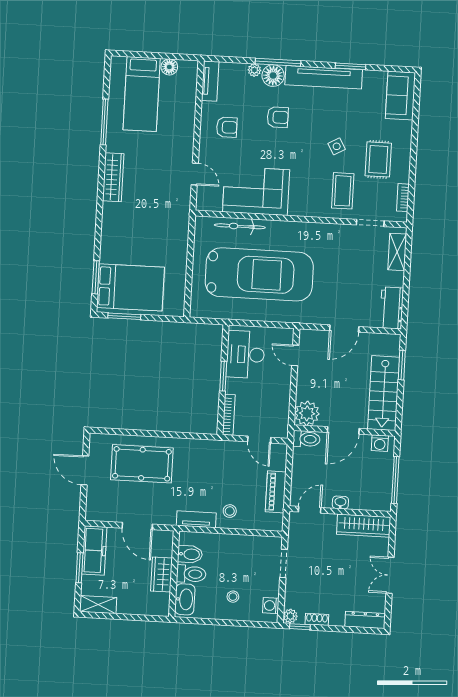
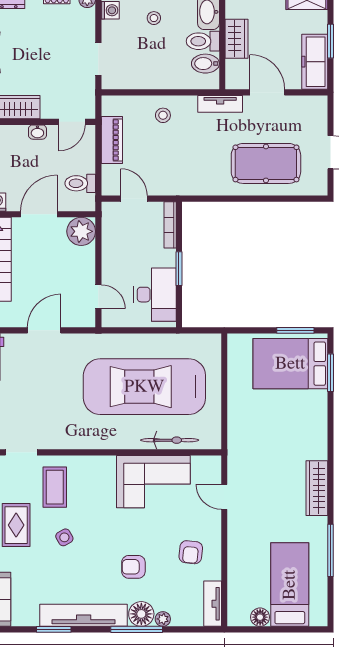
armchair: (227, 127) -> (191, 552), turned -84
toilet: (306, 439) -> (80, 183), moved
tv unit: (196, 519) -> (220, 104), moved

